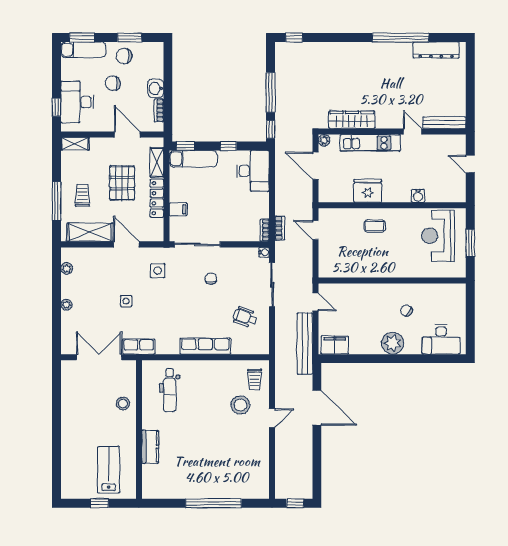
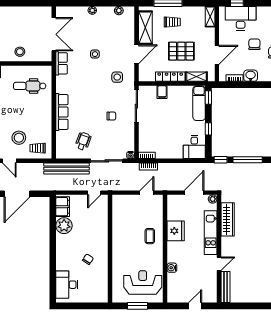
desk: (253, 171) -> (194, 147), width x0.73
plant: (393, 343) -> (64, 226), moved
bench: (305, 344) -> (67, 169), moved

